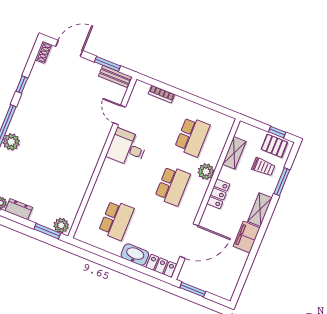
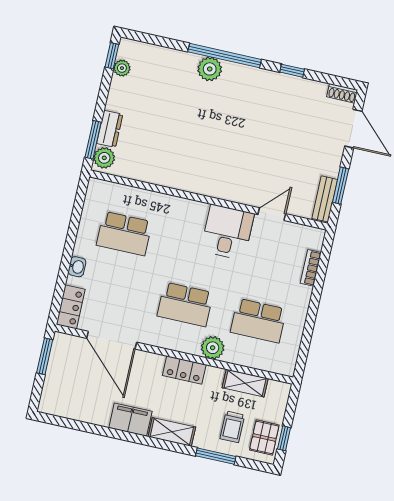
dresser: (19, 209) -> (110, 129), moved
washbasin: (135, 255) -> (77, 267), width x0.52, depth x0.69

